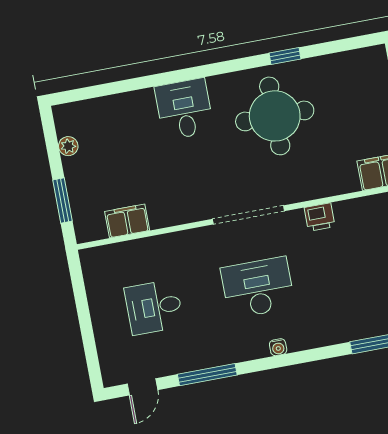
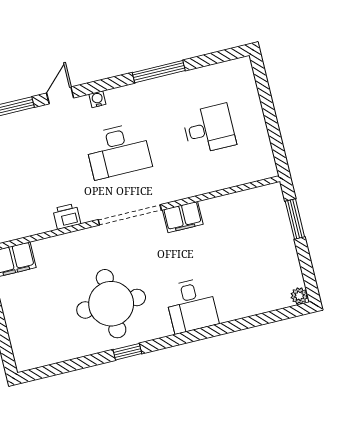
window: (285, 56) -> (127, 352), moved
plant: (68, 146) -> (299, 296), moved
filing cabinet: (127, 221) -> (183, 217), moved
door: (142, 387) -> (60, 95), moved

